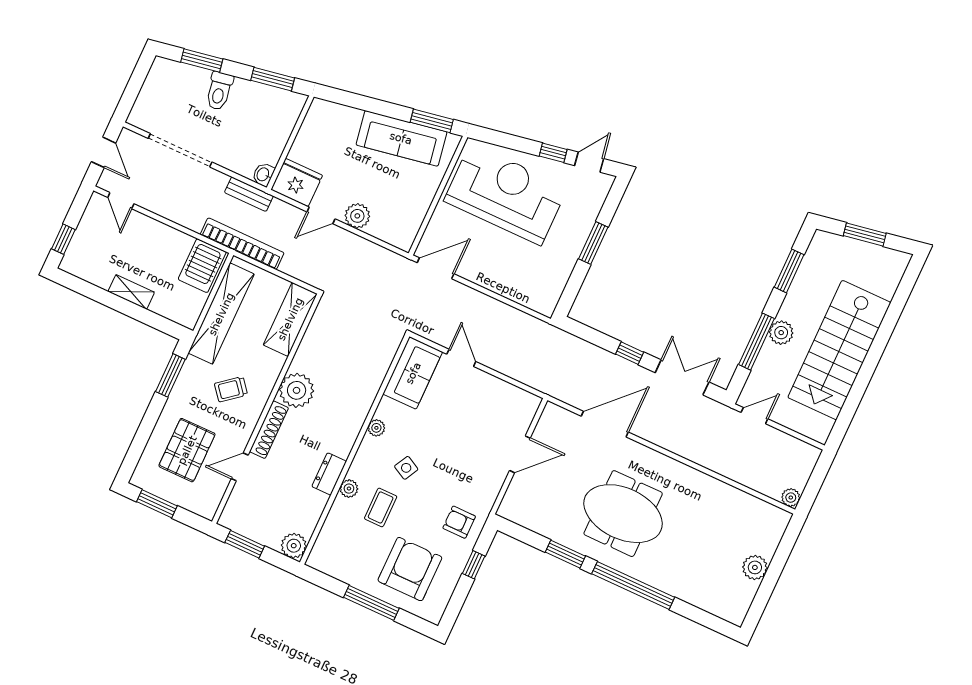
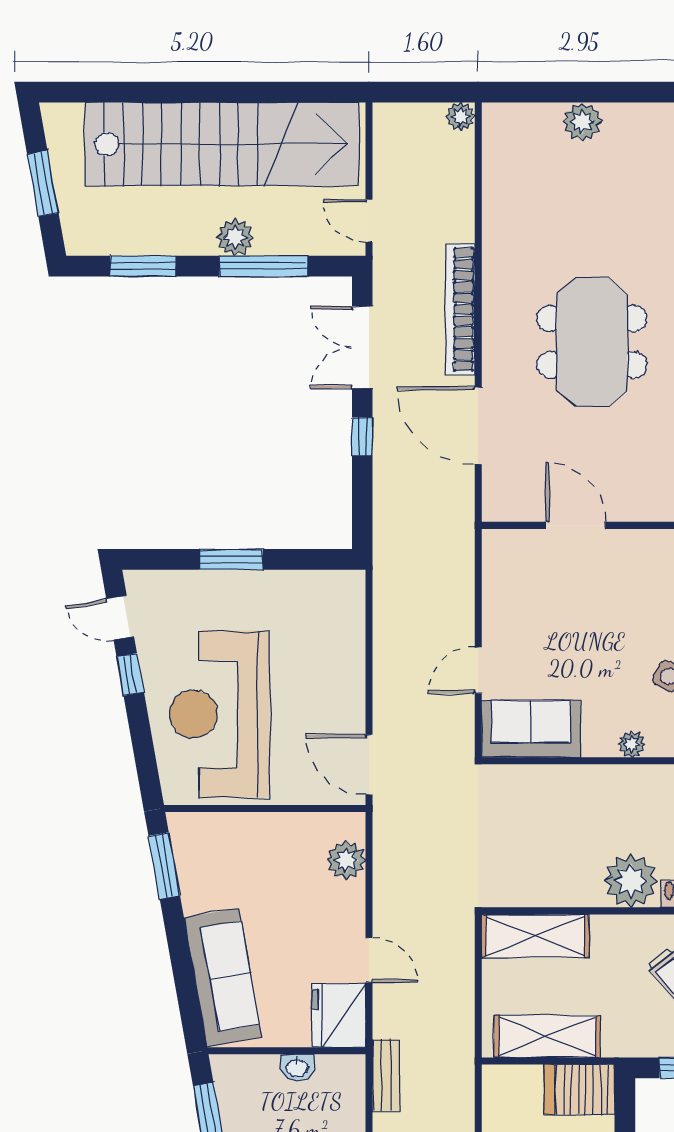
sofa: (401, 138) -> (223, 977), moved
washbasin: (263, 175) -> (297, 1068), moved
plant: (357, 216) -> (346, 860), moved
bookcase: (242, 244) -> (460, 309), moved
server rack: (202, 266) -> (580, 1090), moved, turned 180
shelving: (221, 314) -> (547, 1037), width x0.68
stairs: (839, 350) -> (222, 144), width x1.36

